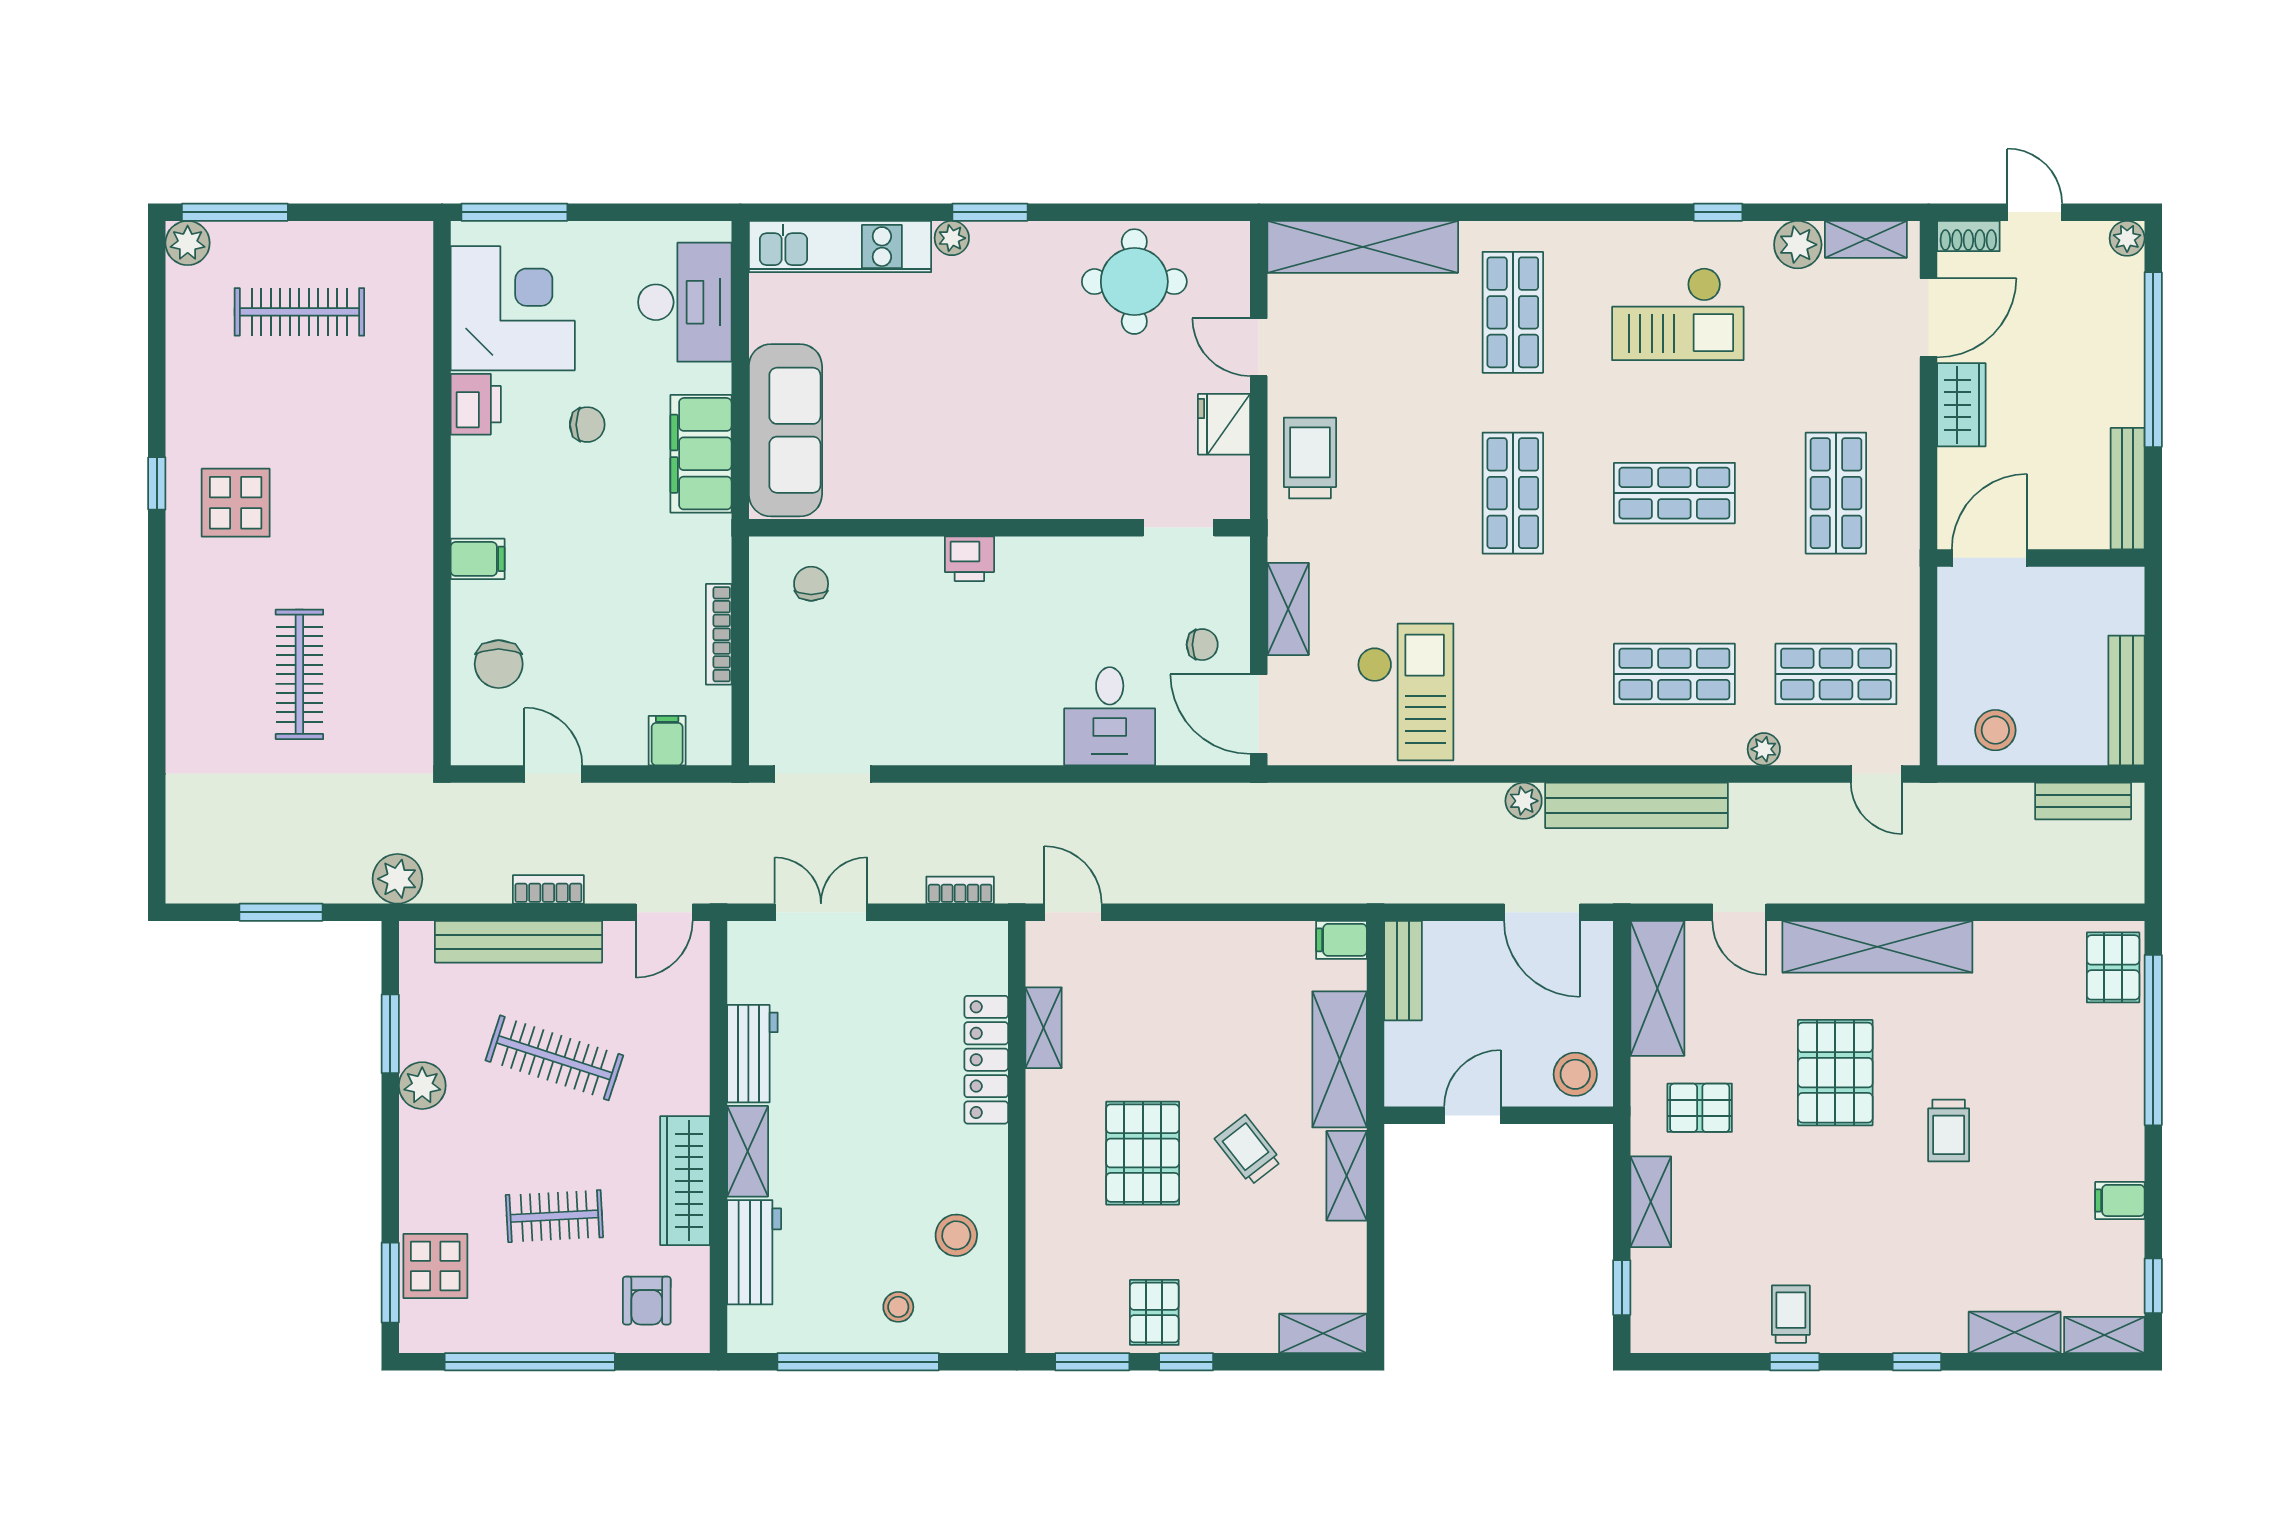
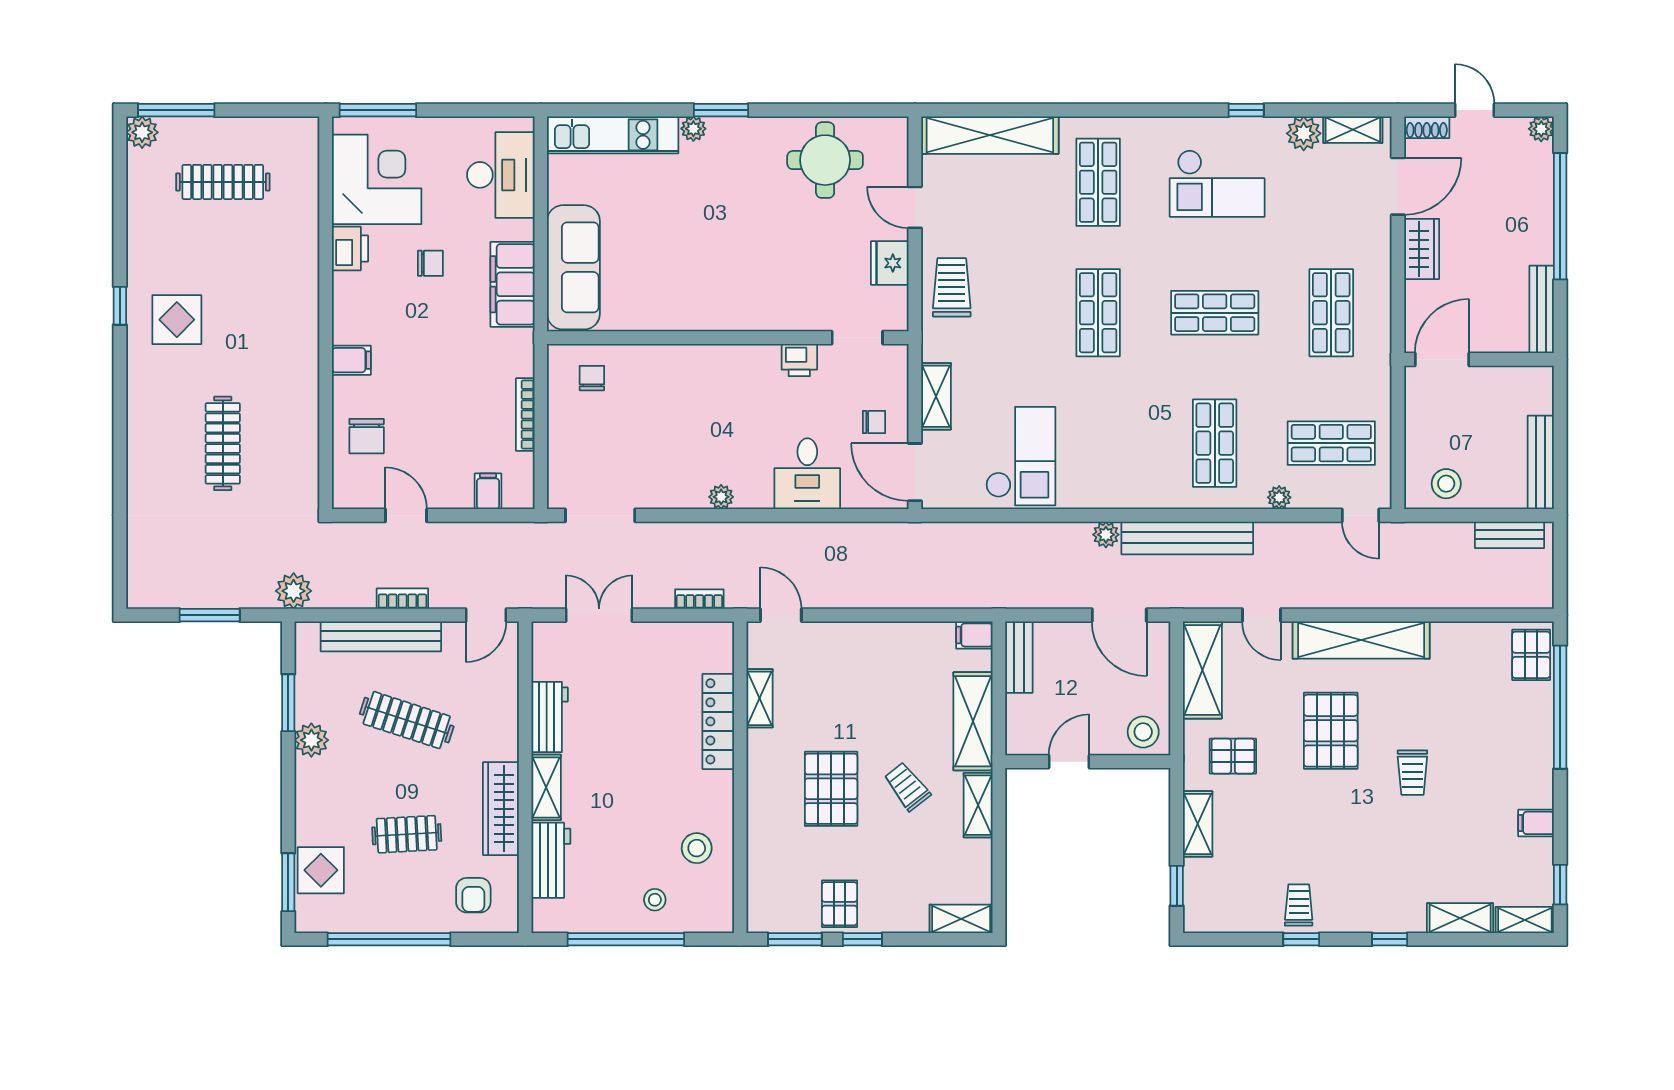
printer: (969, 559) -> (799, 360), moved
shop shelf: (1674, 674) -> (1215, 443), turned 90
plant: (990, 748) -> (721, 497), added

